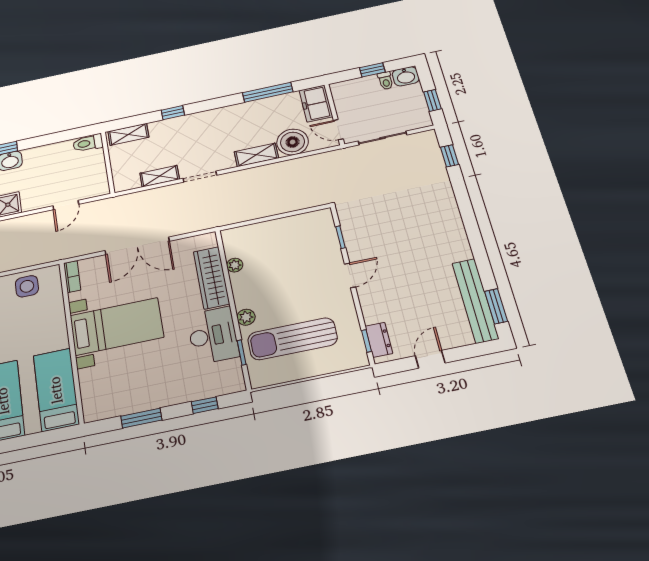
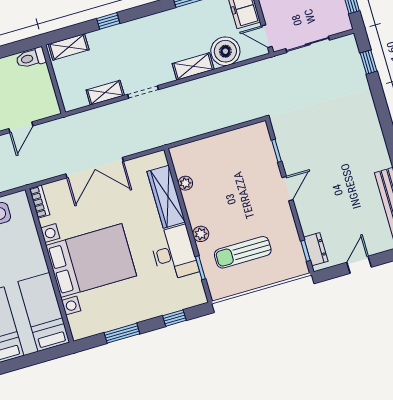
bed with nightstands: (117, 326) -> (91, 261), width x1.36
sun lounger: (292, 339) -> (243, 252), width x0.73, depth x0.75

